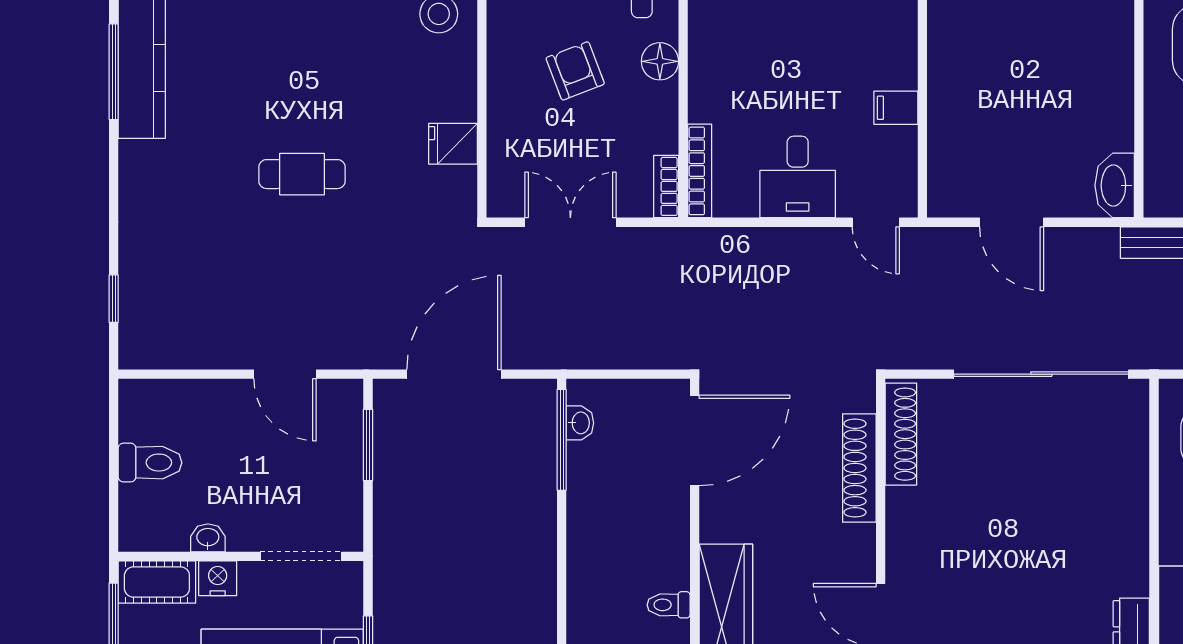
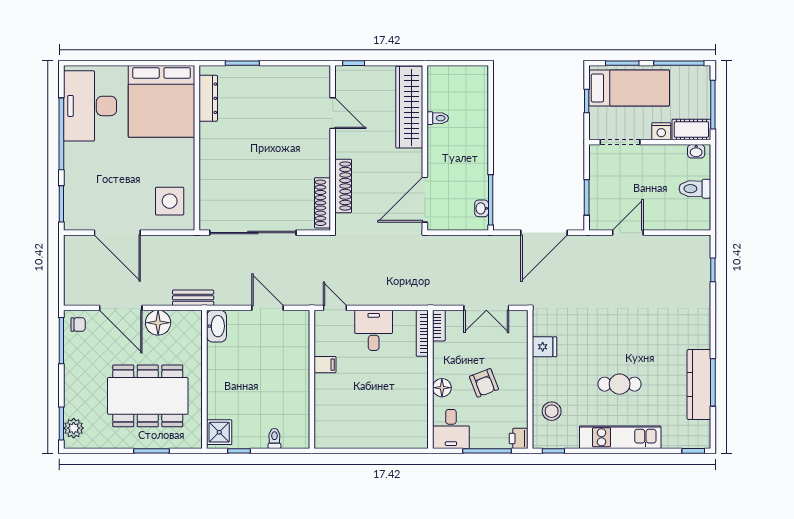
cafe table: (302, 174) -> (620, 384), moved
door: (285, 374) -> (628, 233), hinge flipped
washbasin: (208, 538) -> (696, 151), moved

